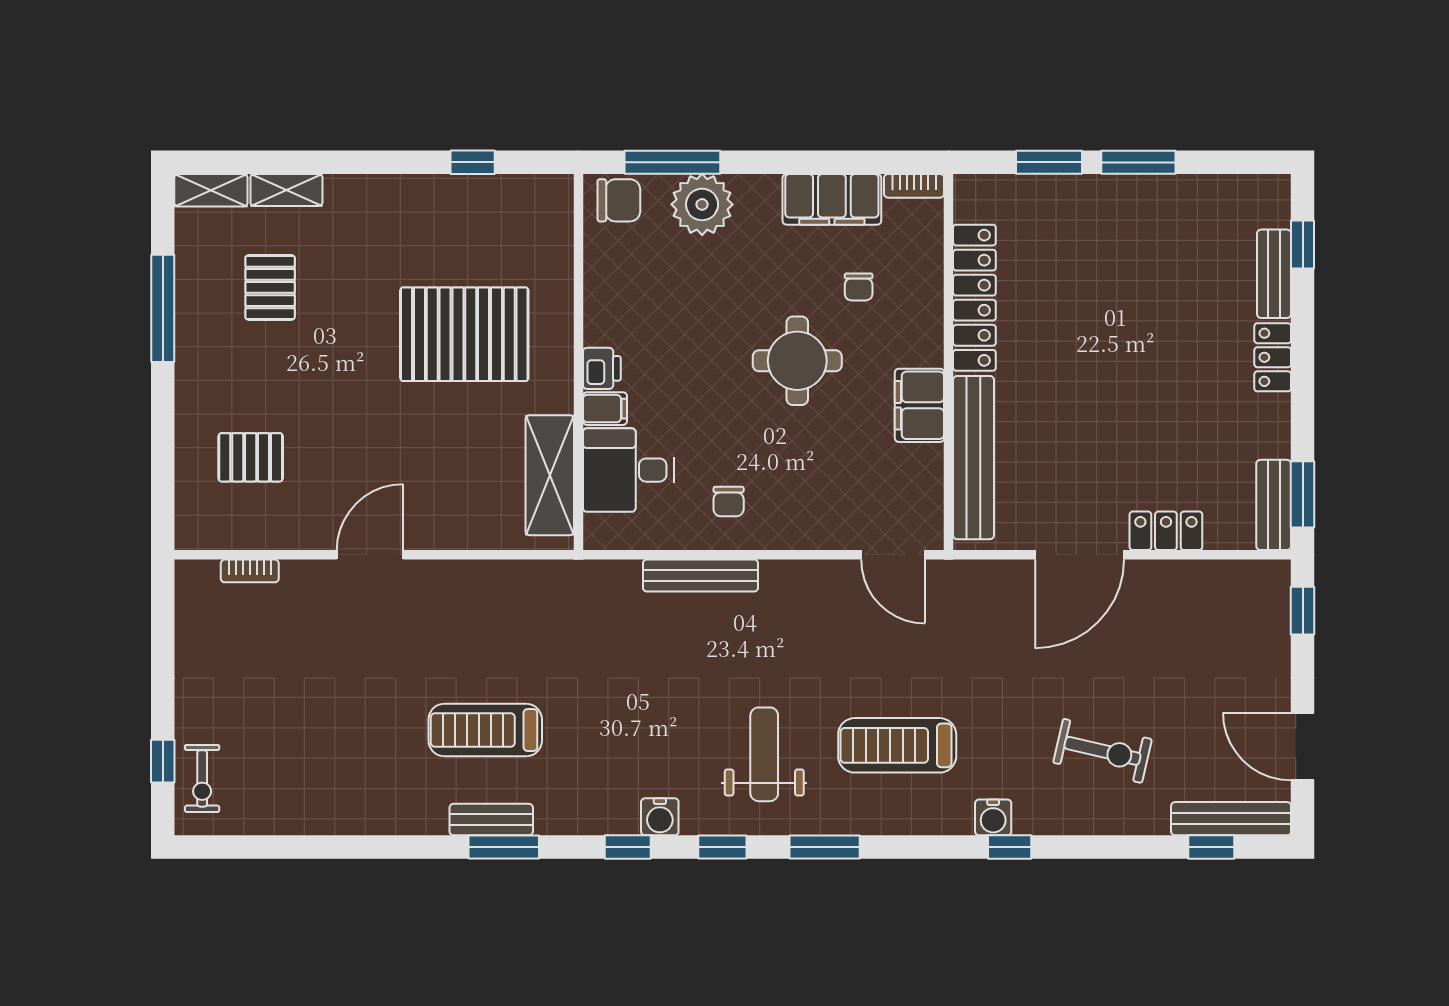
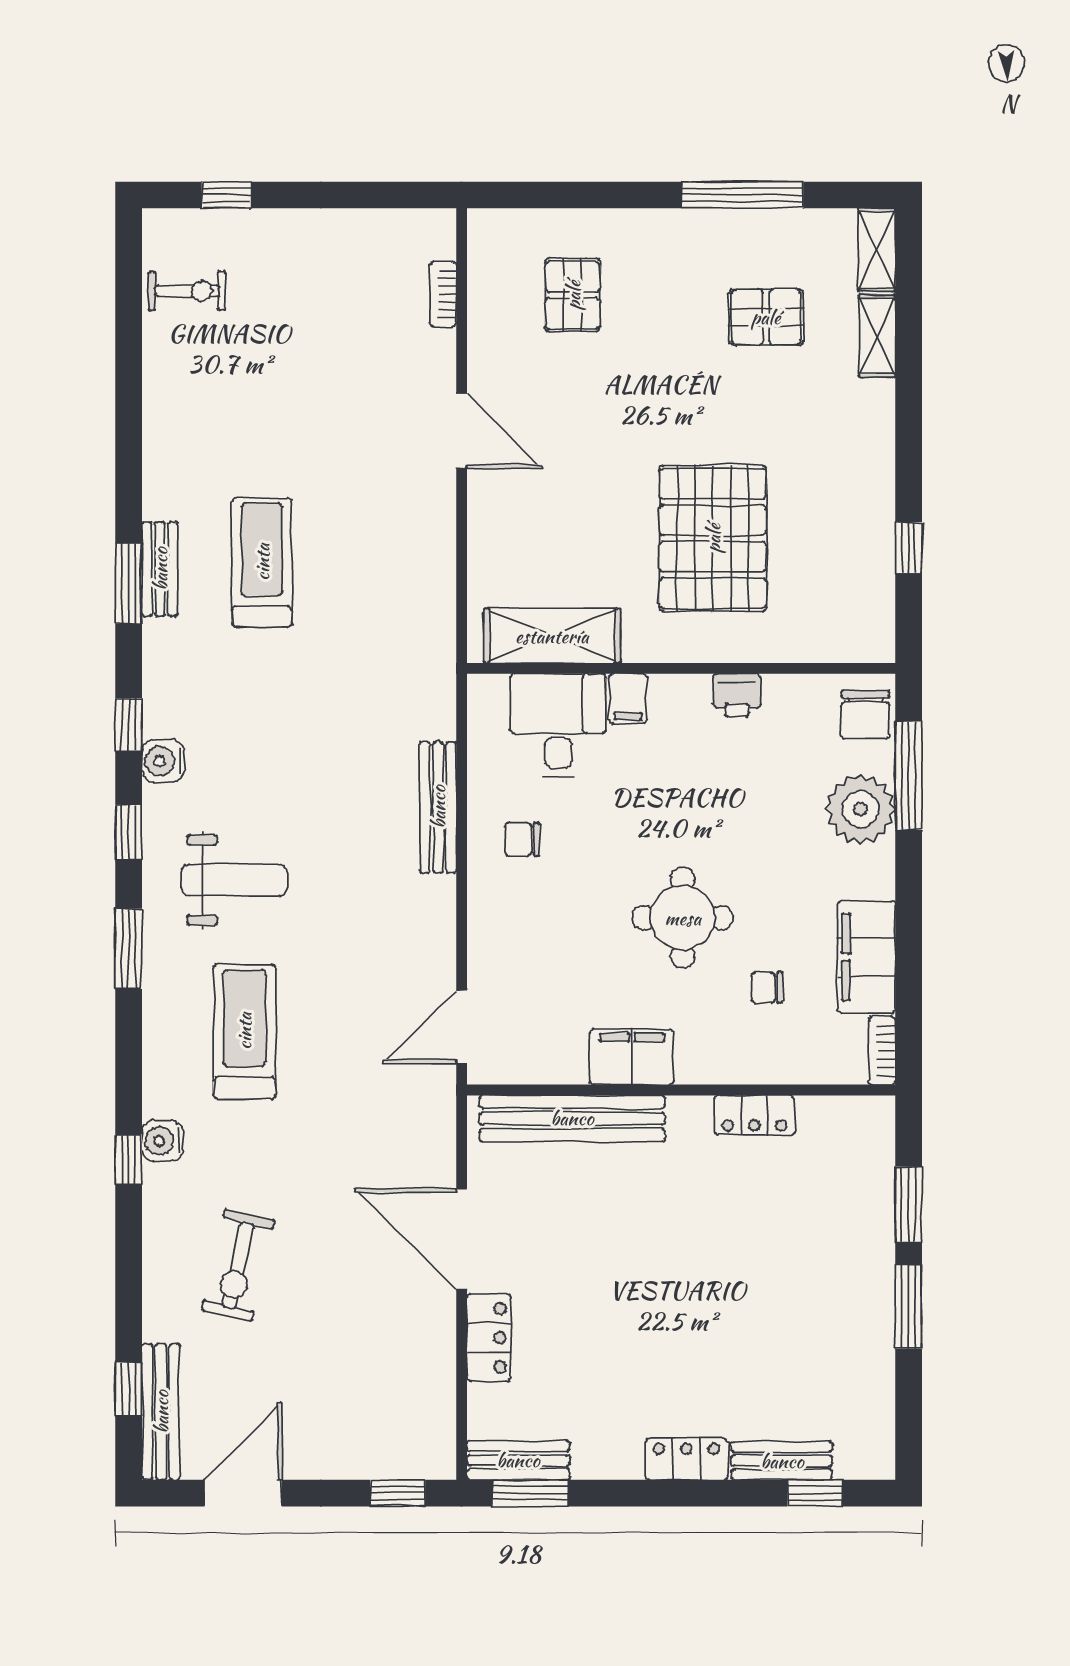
locker: (974, 298) -> (754, 1115), width x0.46, depth x0.83
printer: (602, 368) -> (737, 695), moved
exercise bike: (202, 778) -> (187, 291), moved, turned 180

